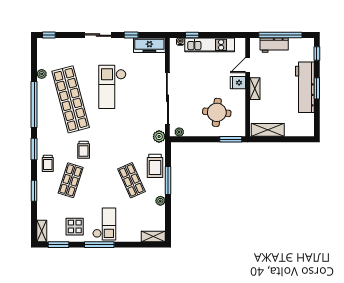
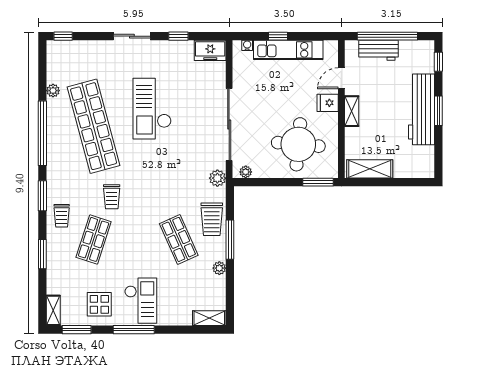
window: (192, 35) -> (278, 36), moved
freezer: (149, 45) -> (210, 50), width x0.71
round table: (217, 112) -> (298, 144), width x1.36, depth x1.36

